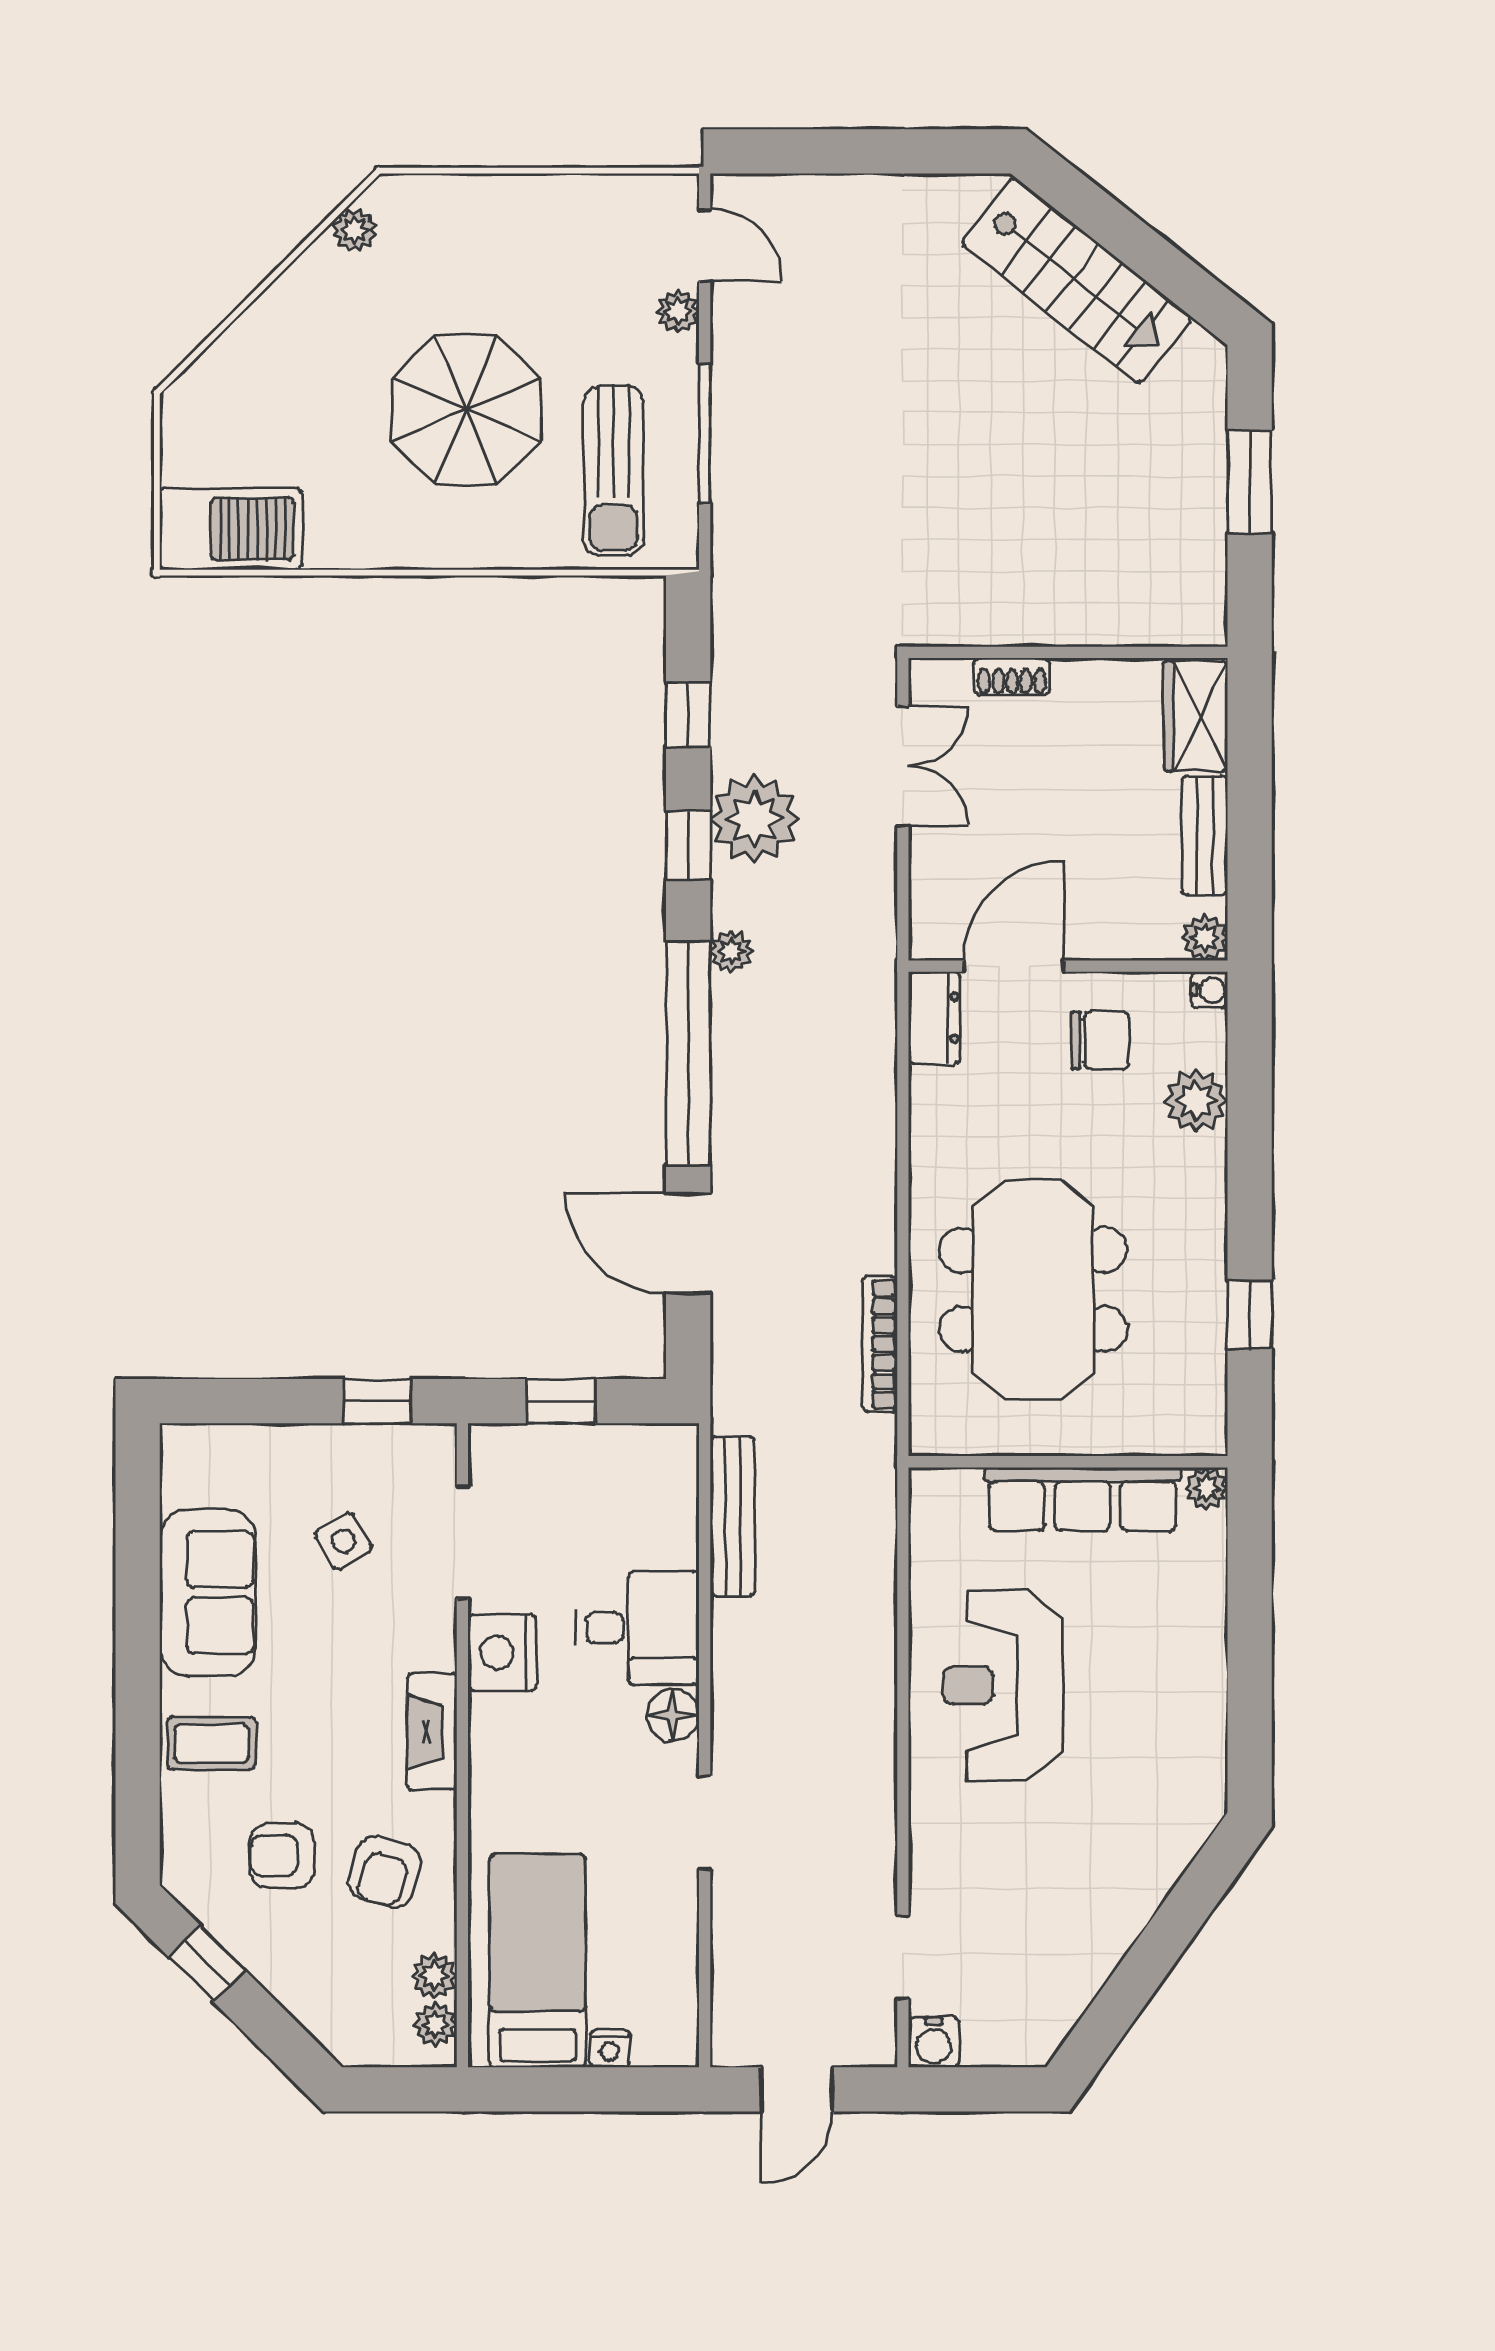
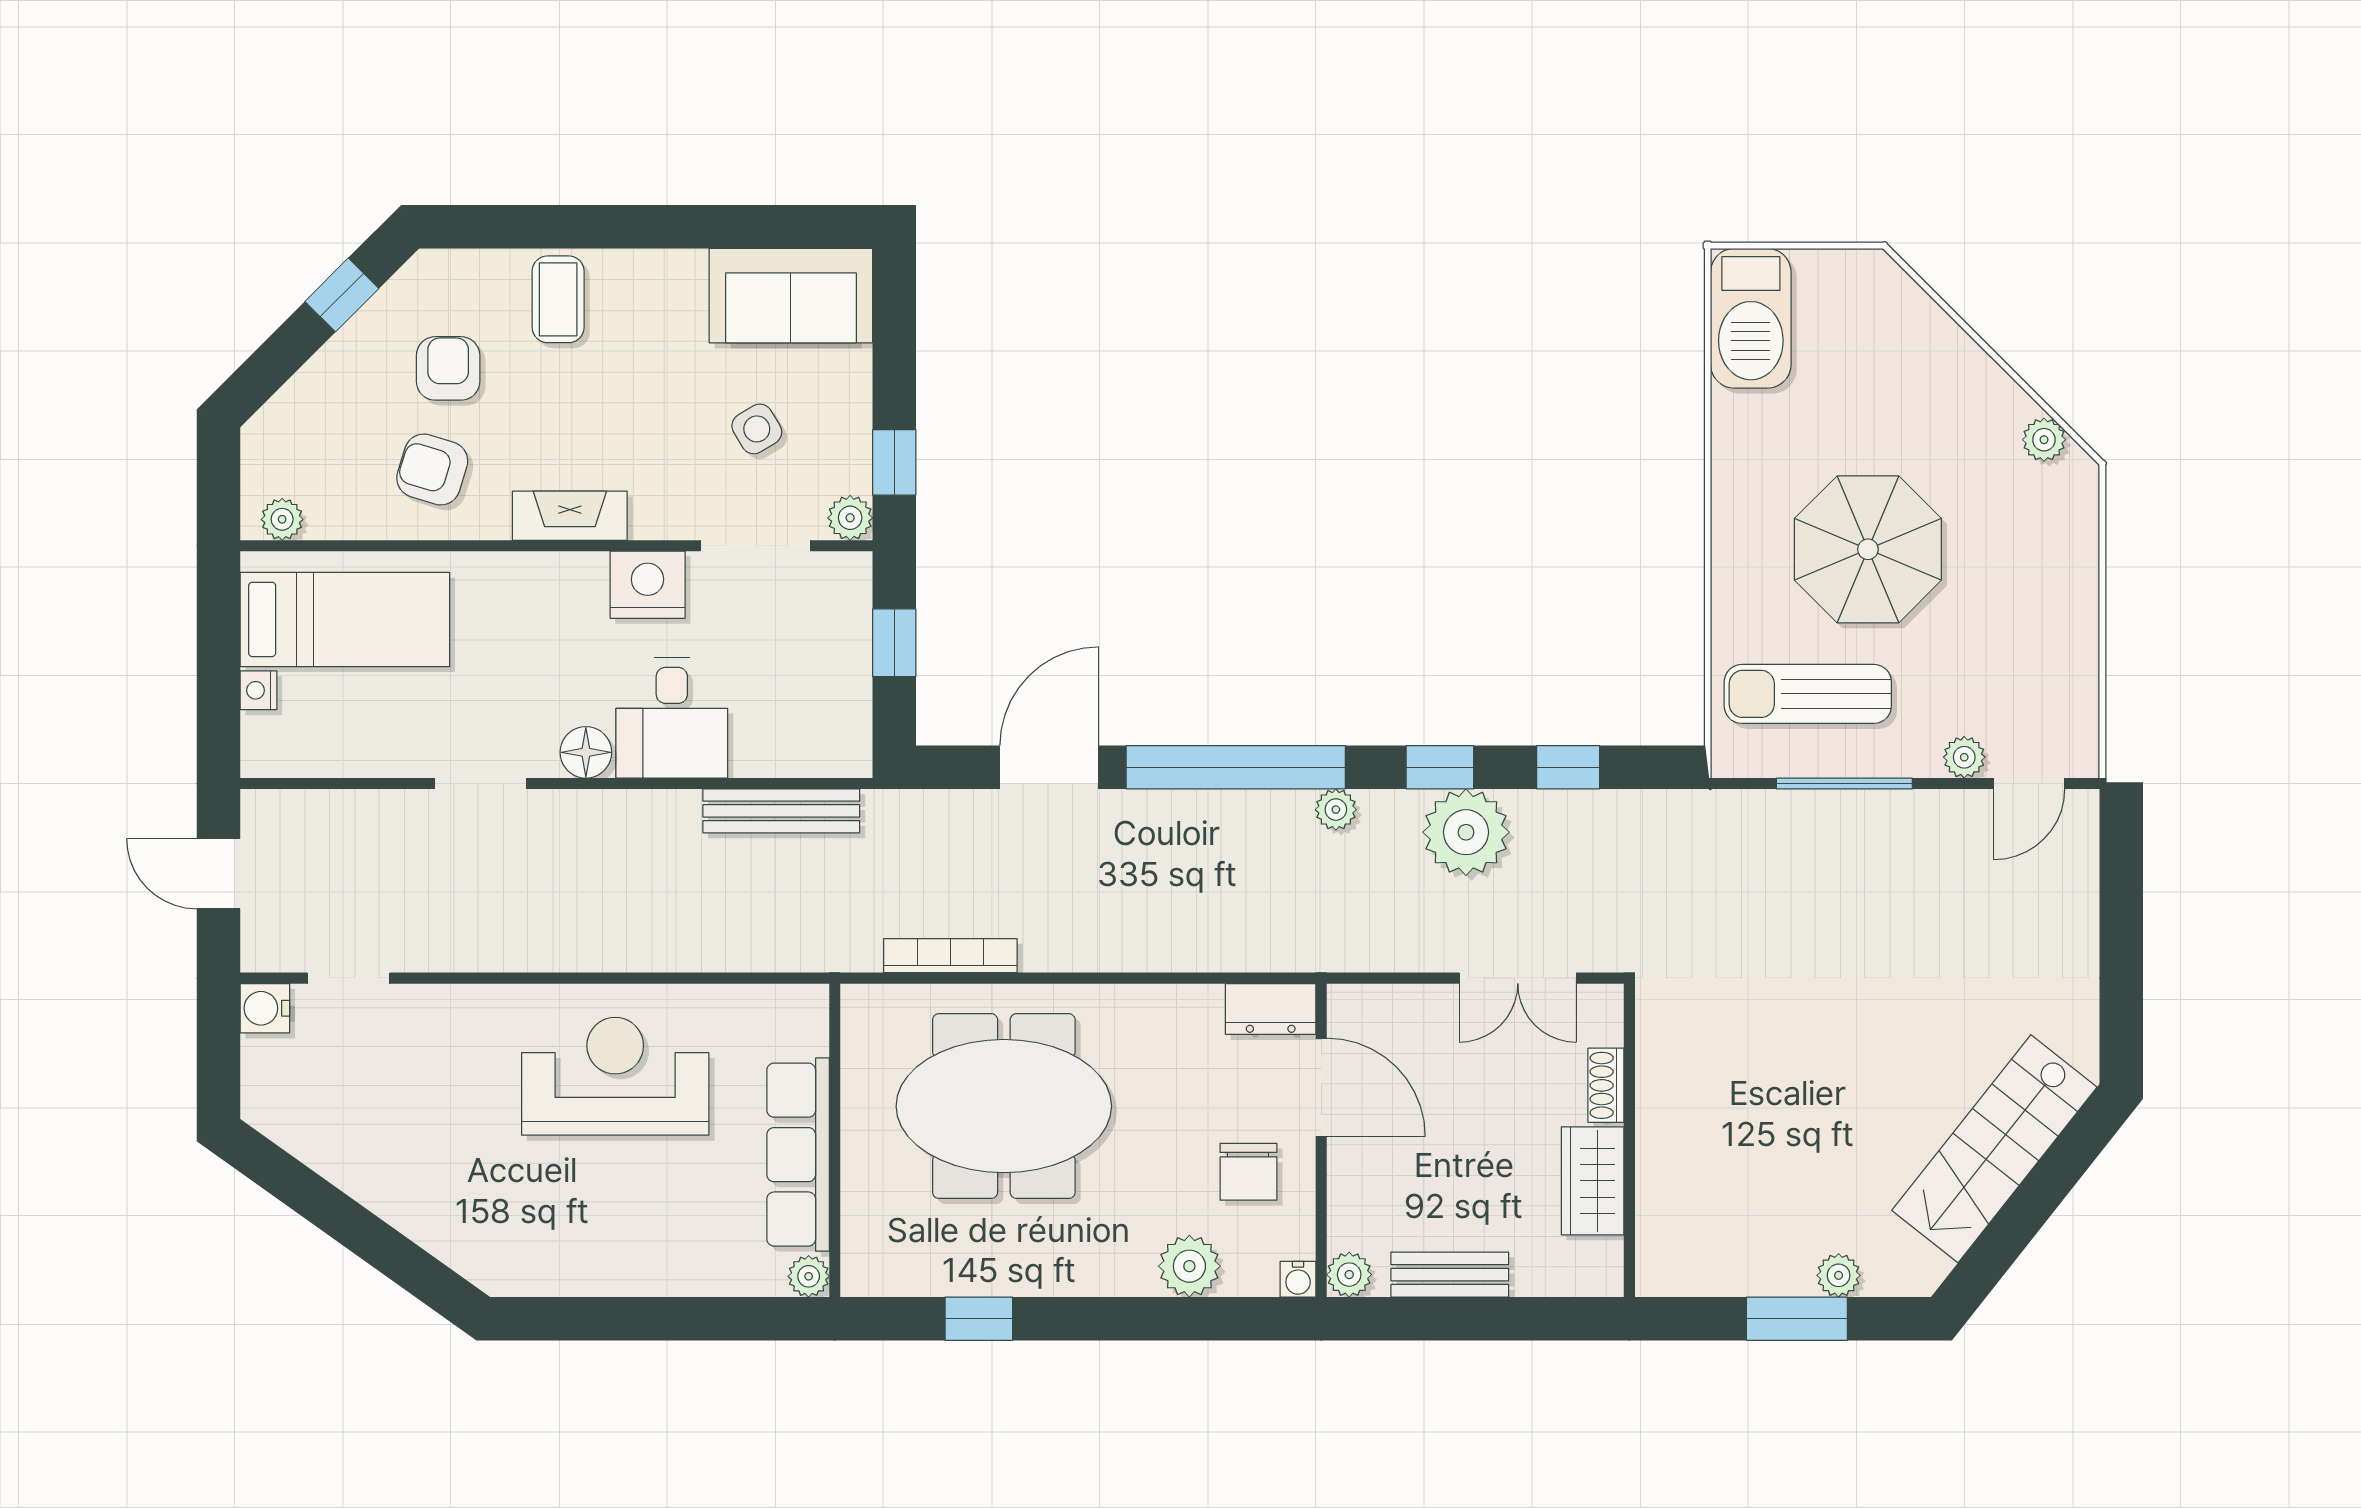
plant: (1206, 439) -> (1839, 1275), added
wardrobe: (1196, 716) -> (1593, 1181), moved, turned -90
sofa: (208, 1592) -> (791, 296), moved
plant: (434, 1976) -> (850, 518), moved

